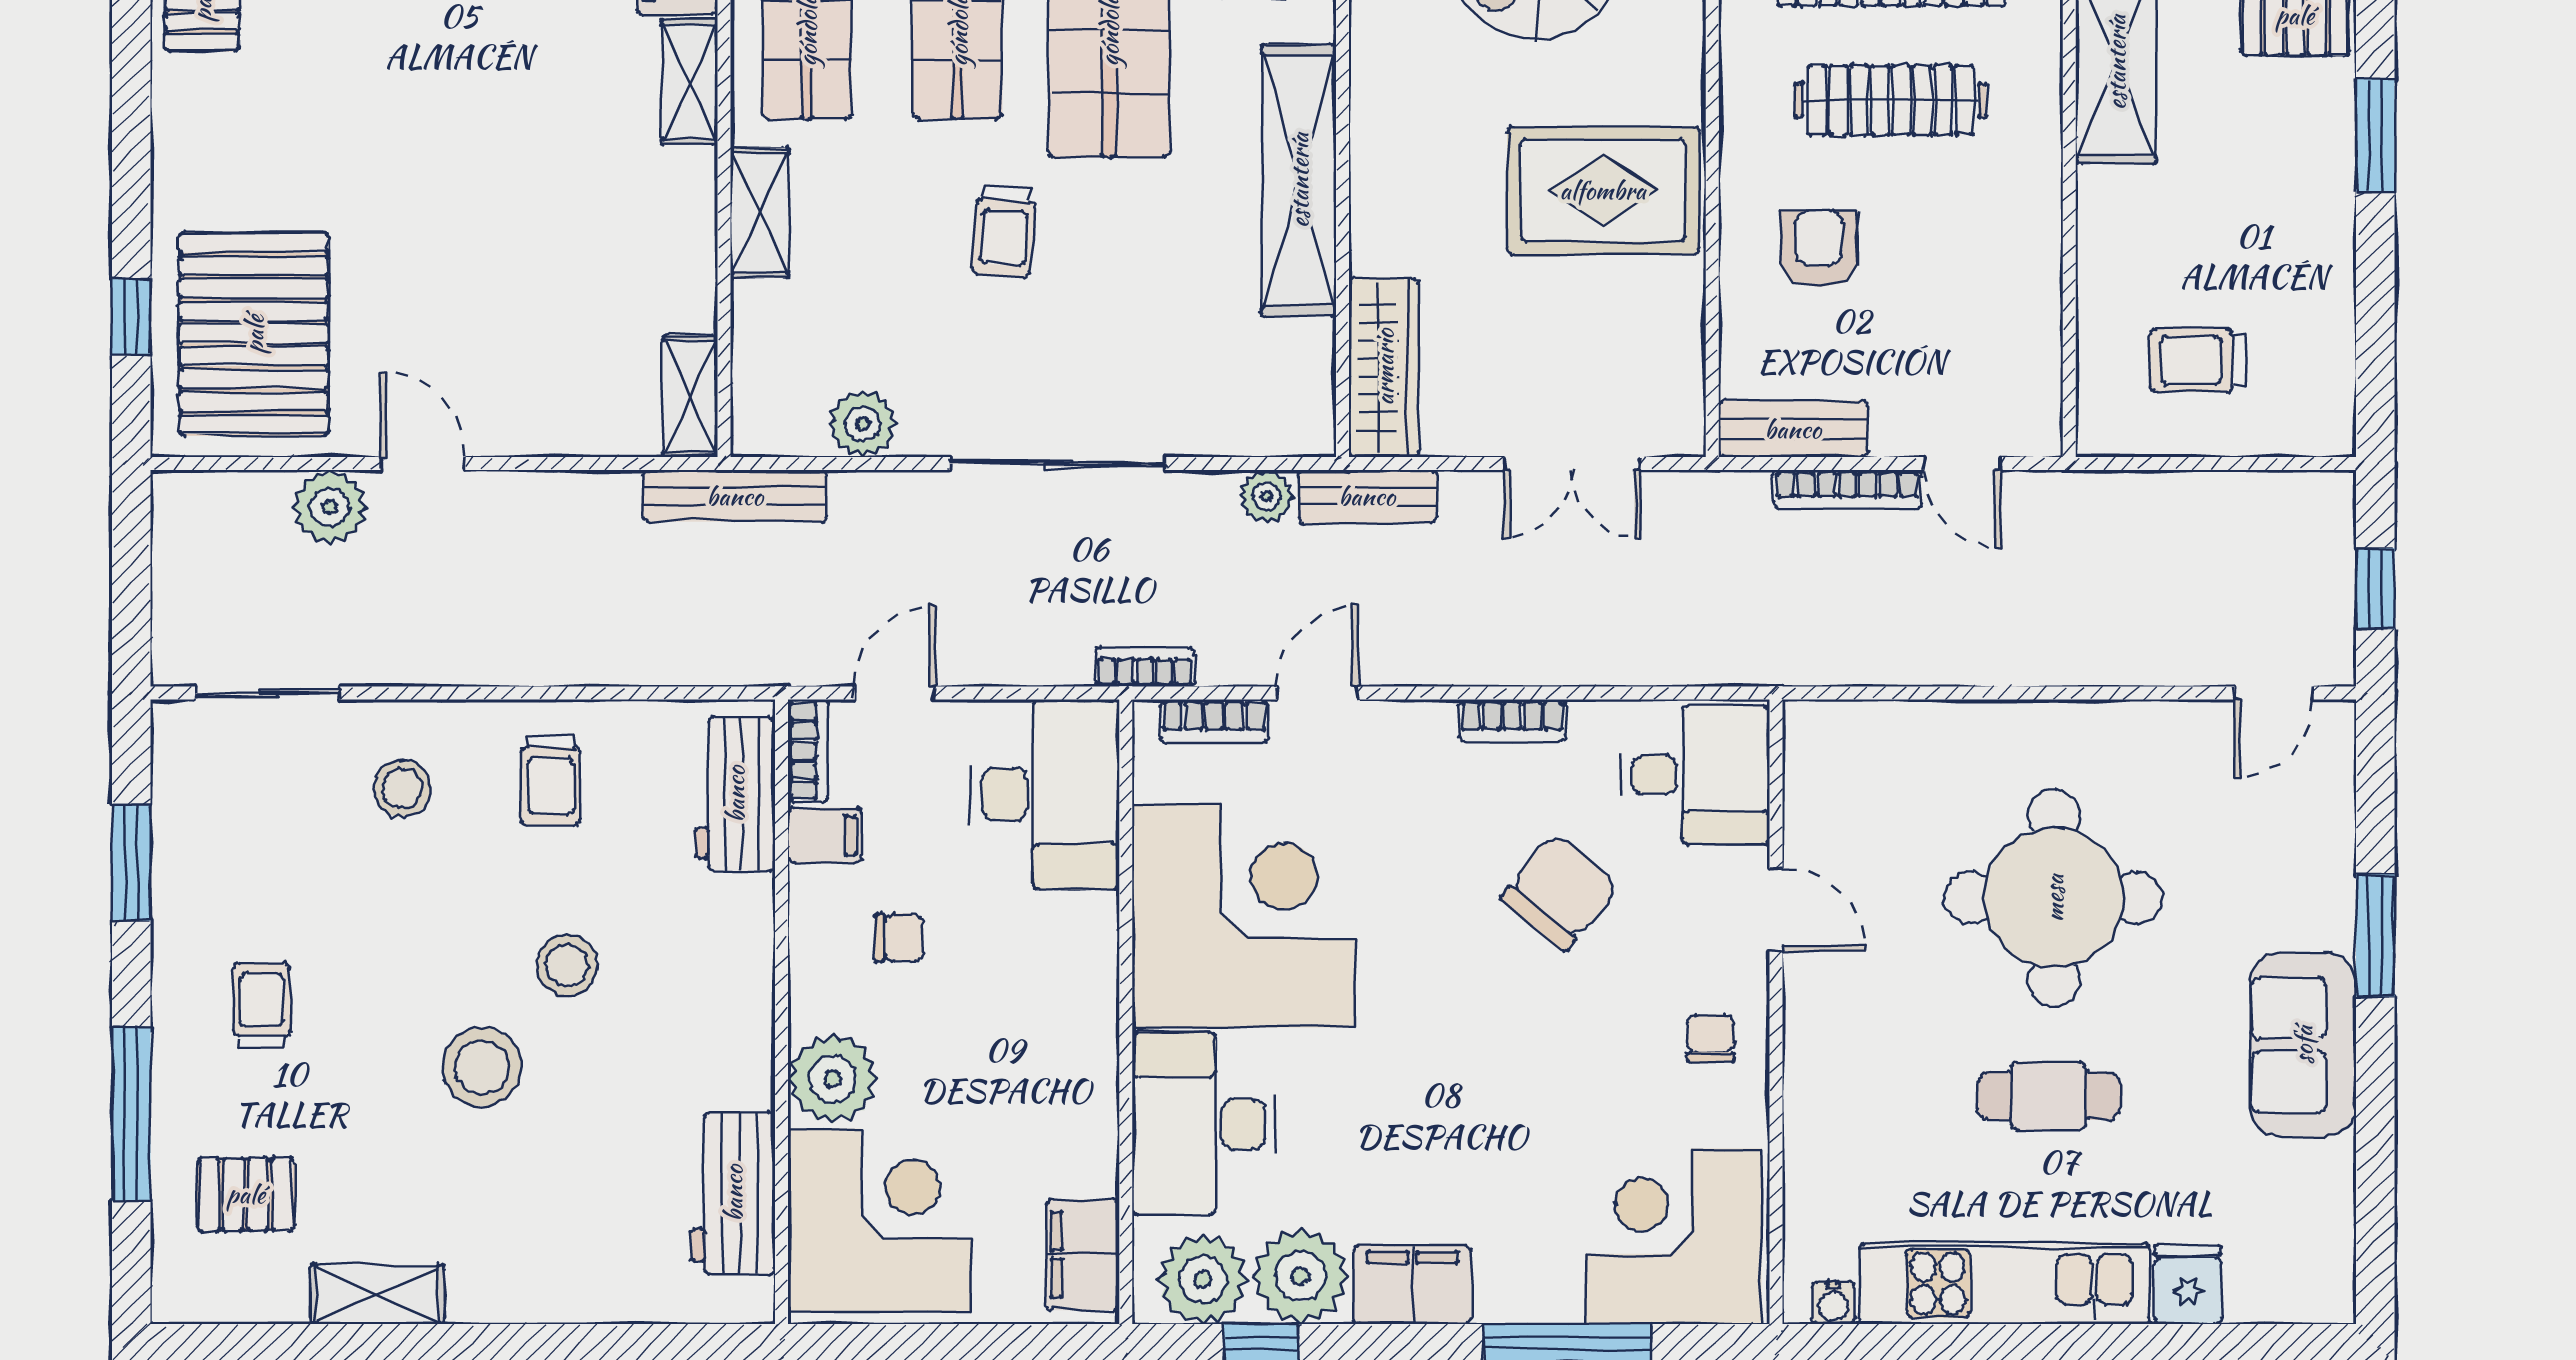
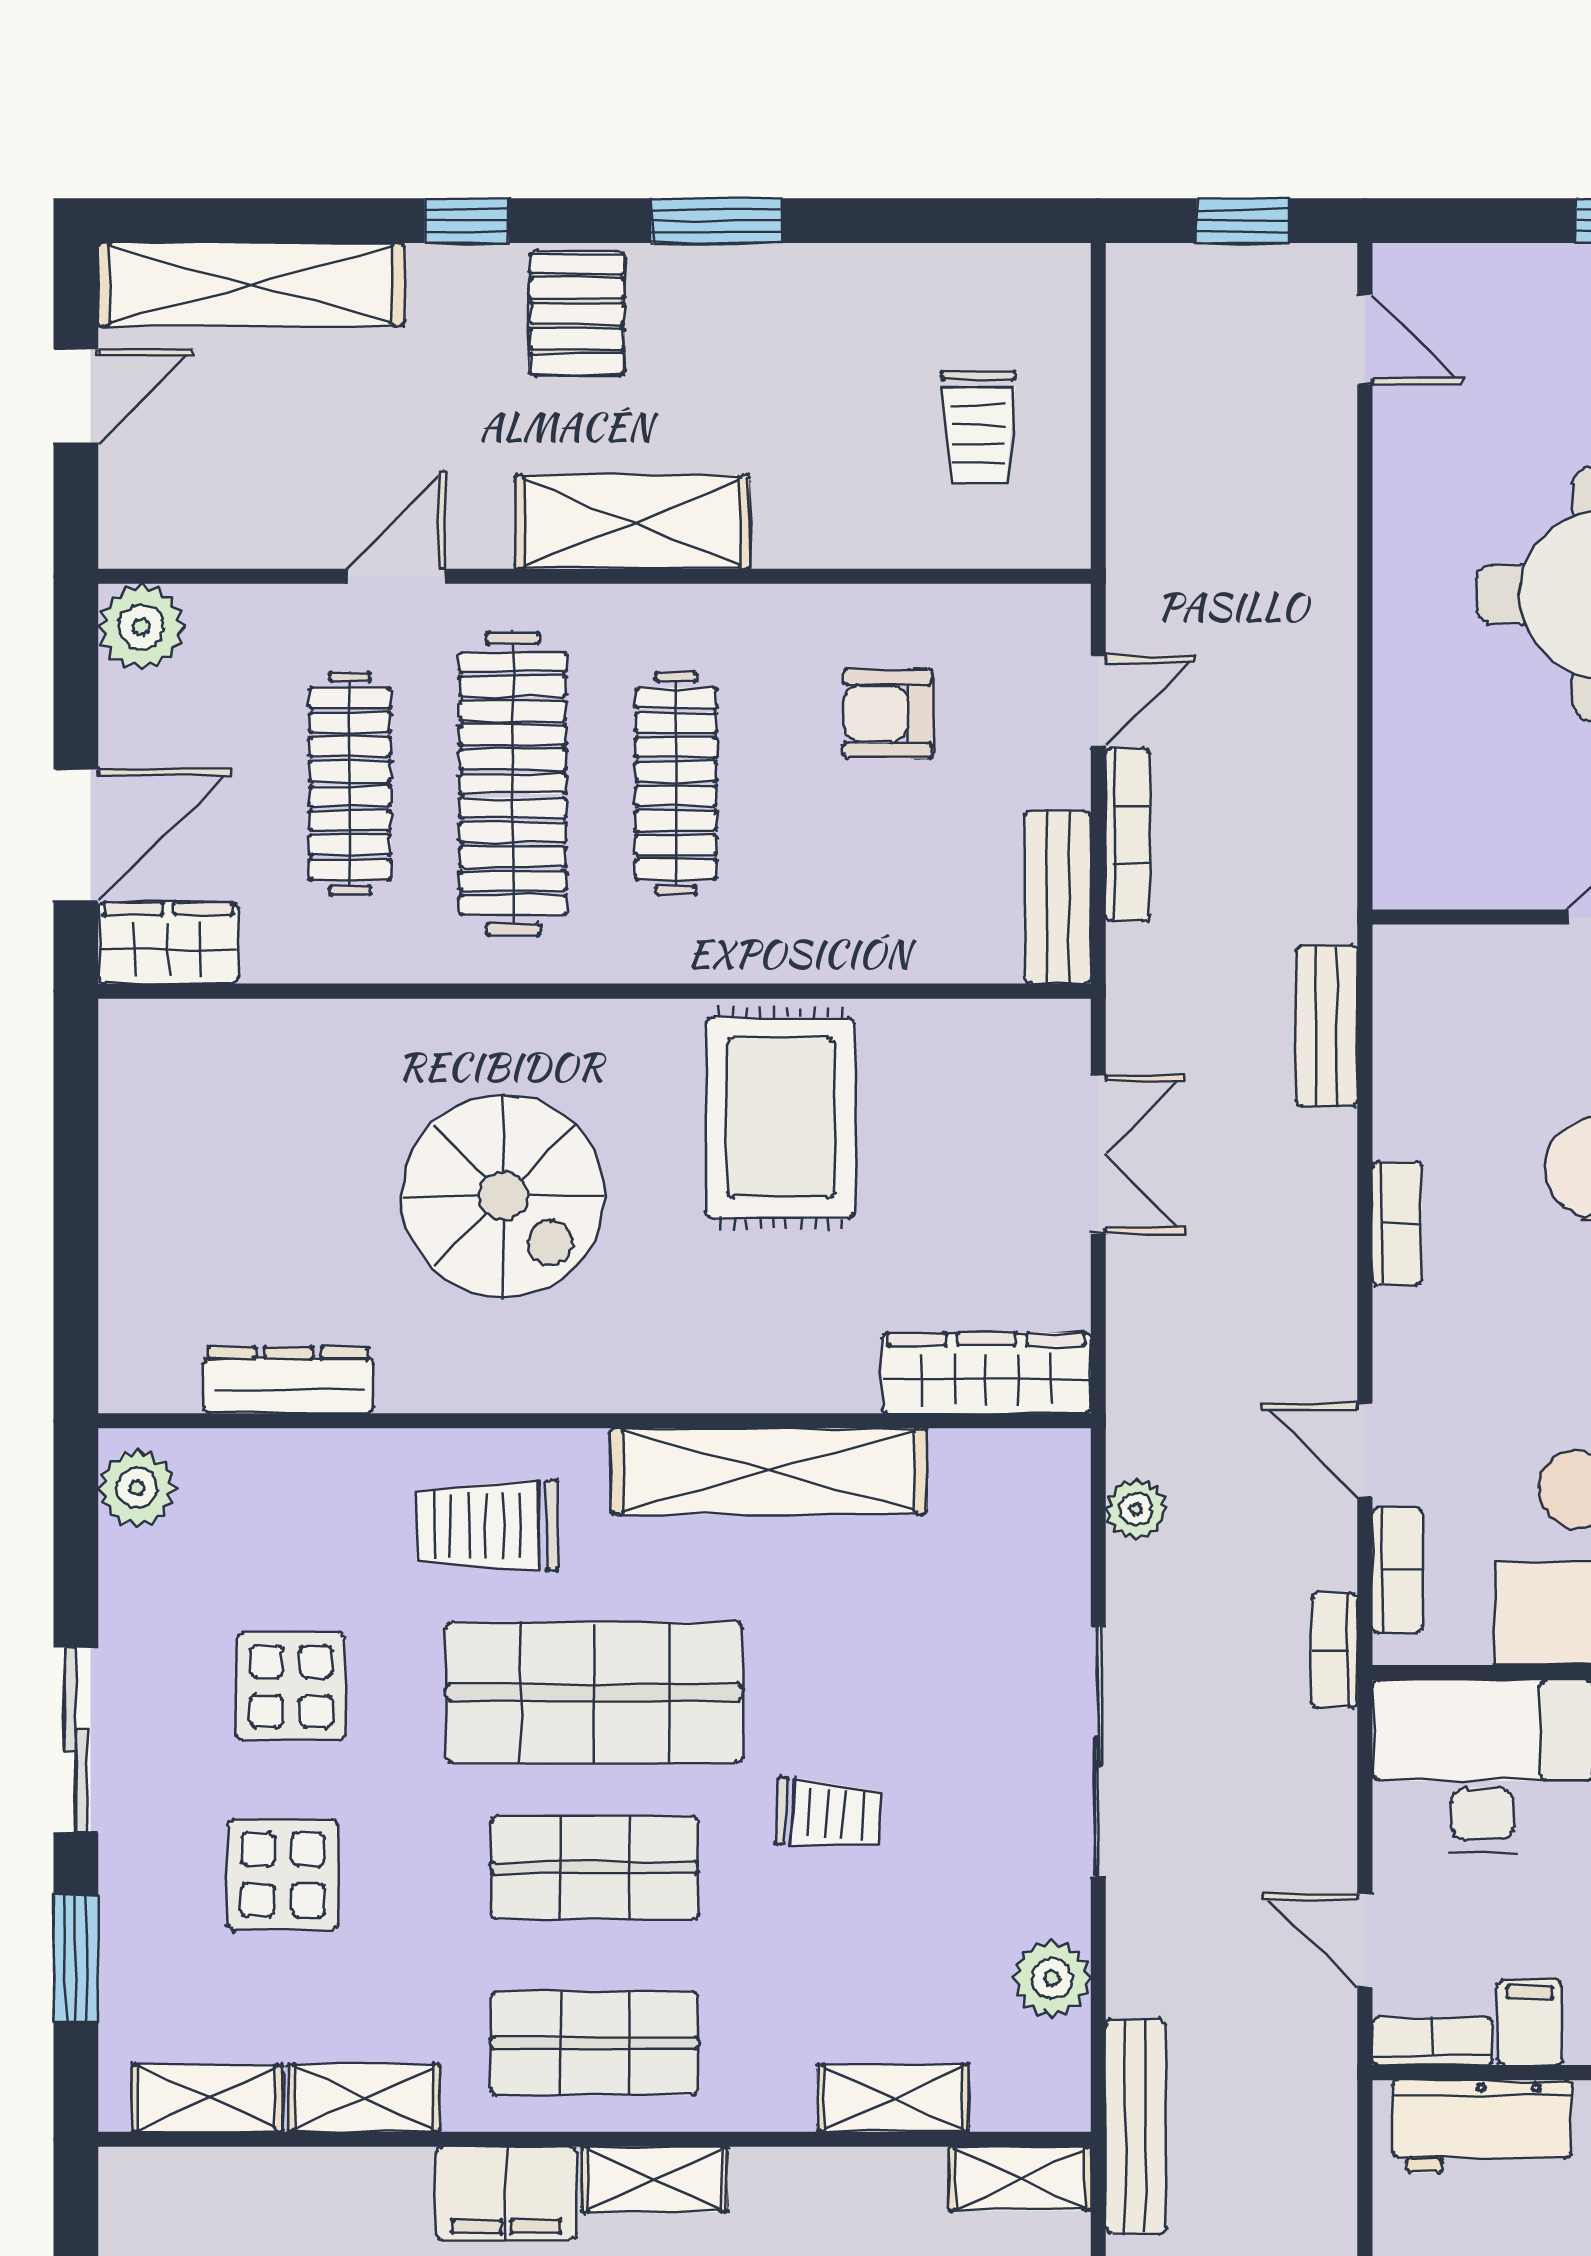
shelving: (760, 213) -> (893, 2098), moved
armchair: (1819, 249) -> (888, 714), moved
bench: (1367, 496) -> (1327, 1026), moved
desk: (1695, 775) -> (1460, 1011), removed

